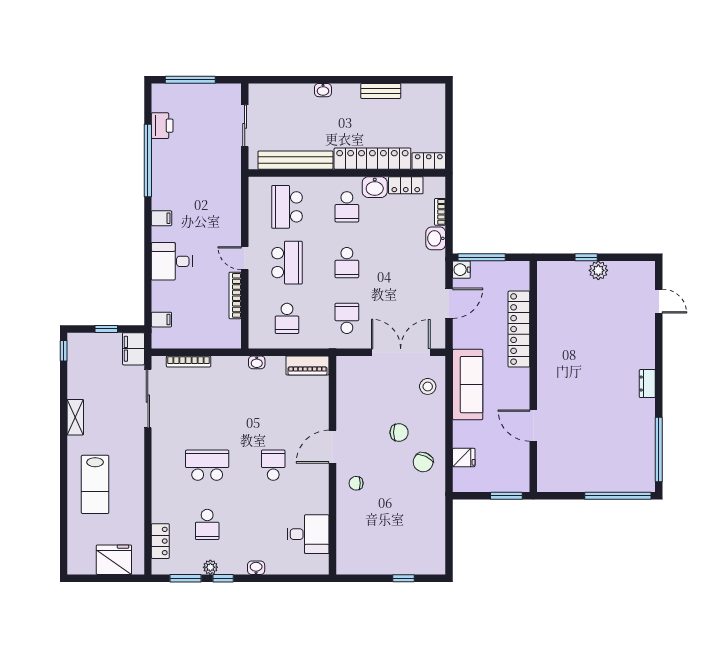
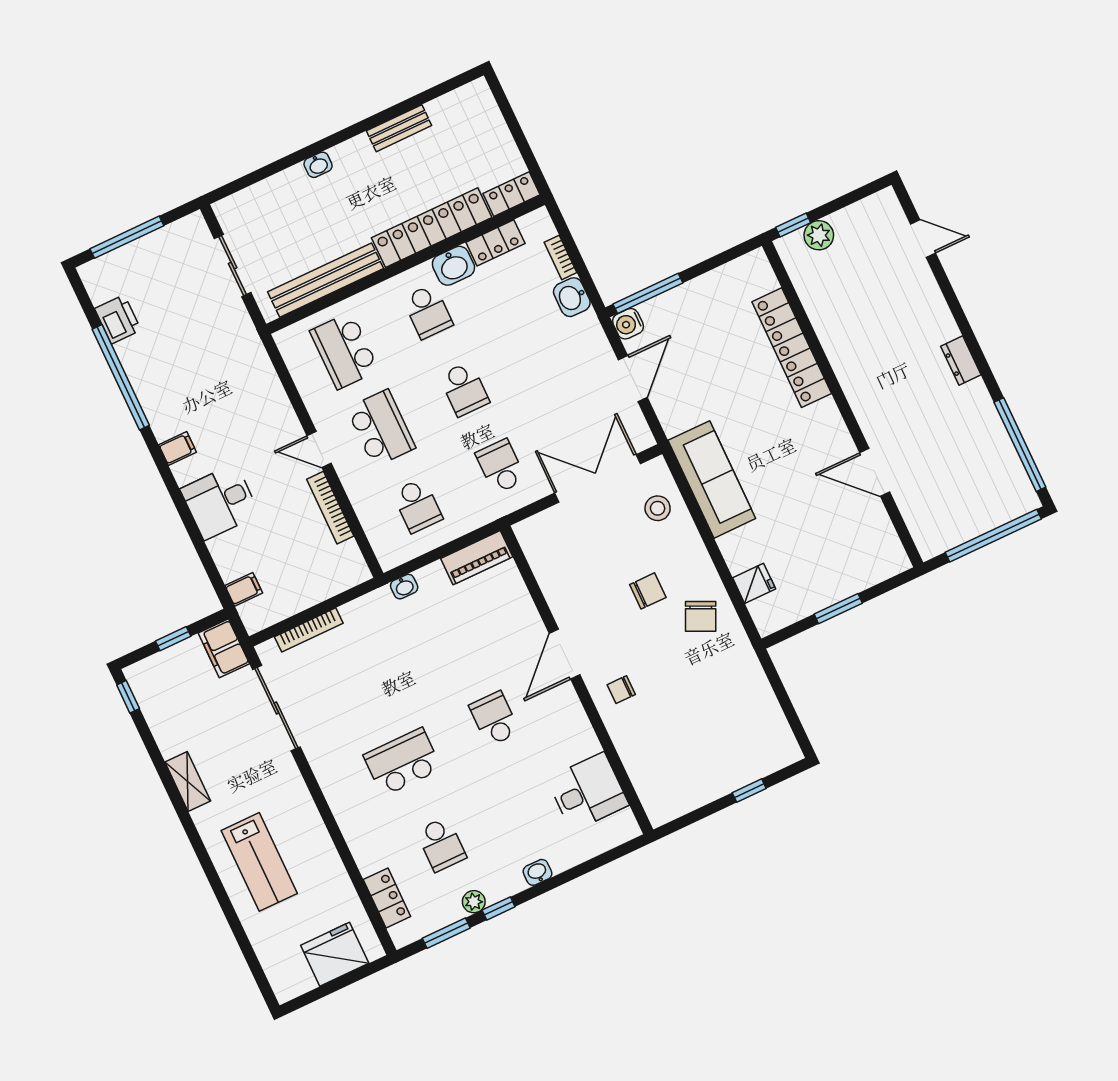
locker: (519, 329) -> (792, 348), moved
wall: (533, 376) -> (843, 404), moved
door: (533, 426) -> (875, 472), moved

